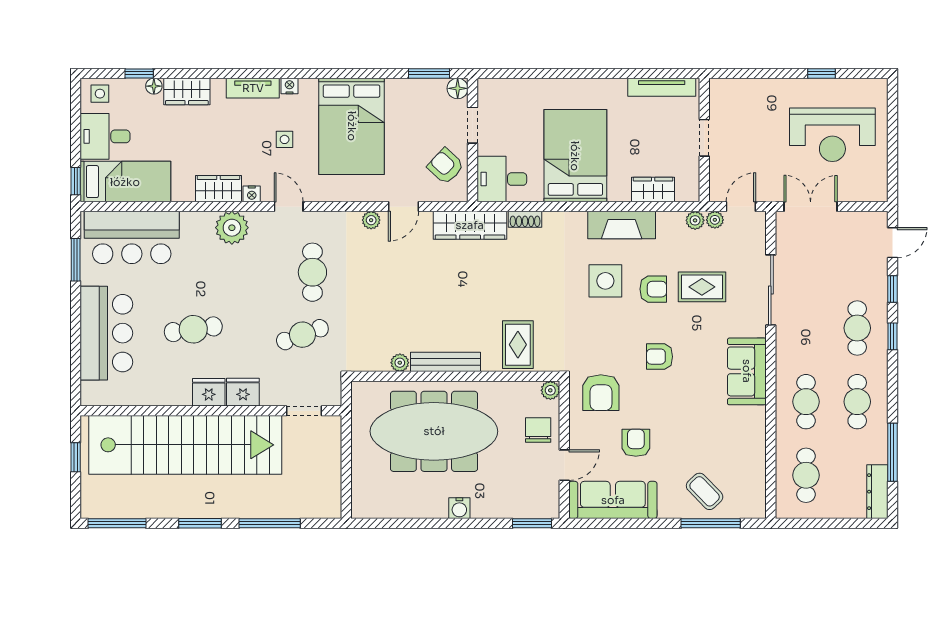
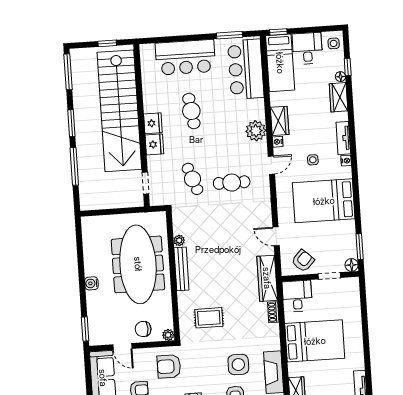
plant: (371, 220) -> (266, 217), removed
rug: (518, 345) -> (209, 318), moved
chair: (538, 430) -> (143, 329), turned 180

